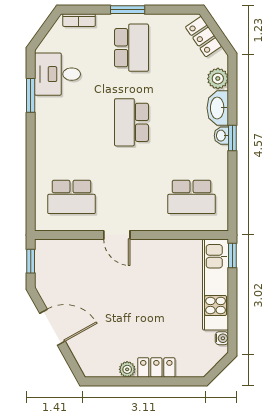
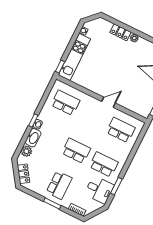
school desk: (131, 48) -> (59, 185), turned 180
school desk: (71, 122) -> (104, 164), added
school desk: (131, 122) -> (76, 151), turned -90
door: (117, 235) -> (109, 102), hinge flipped

